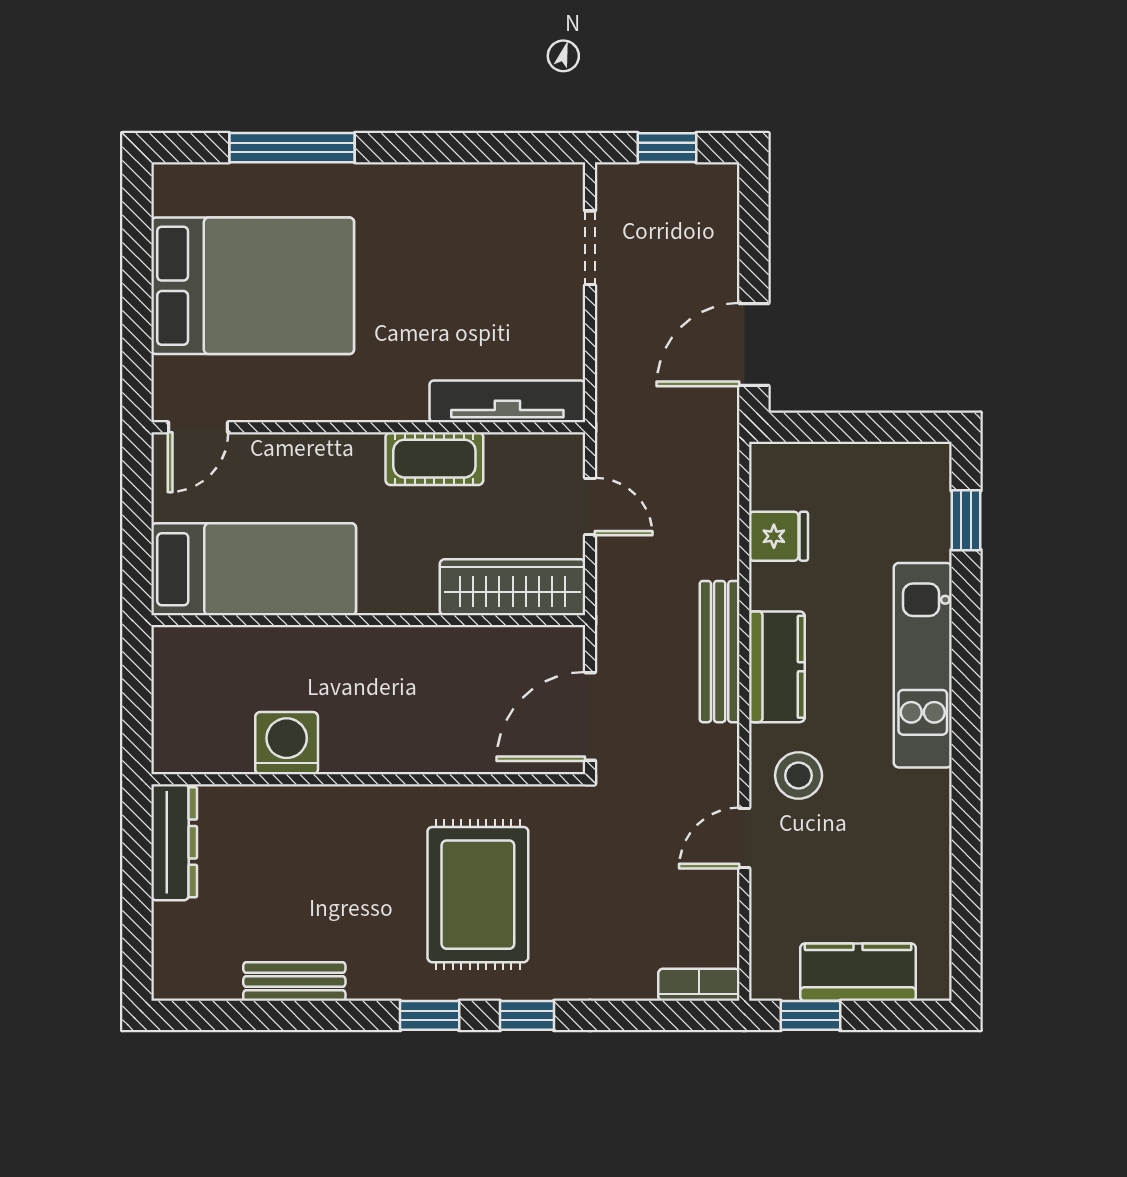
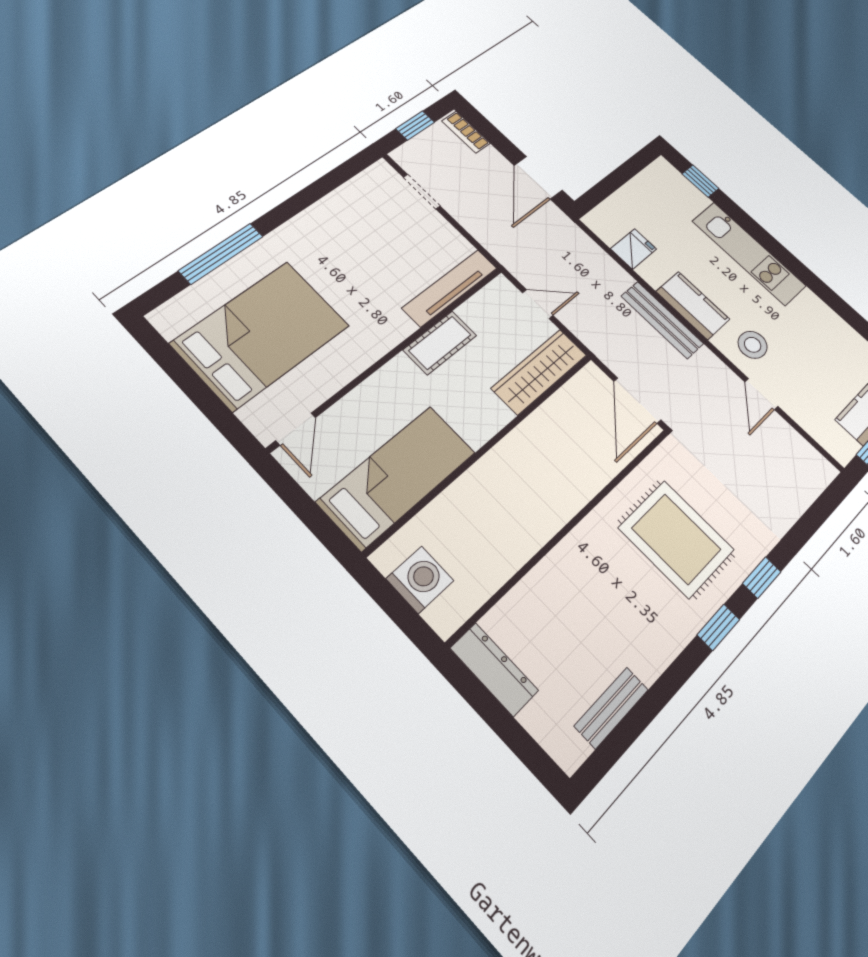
washing machine: (287, 743) -> (420, 580), moved, turned 90
bench: (294, 982) -> (611, 708), moved
bookcase: (699, 985) -> (466, 132), moved, turned -90

